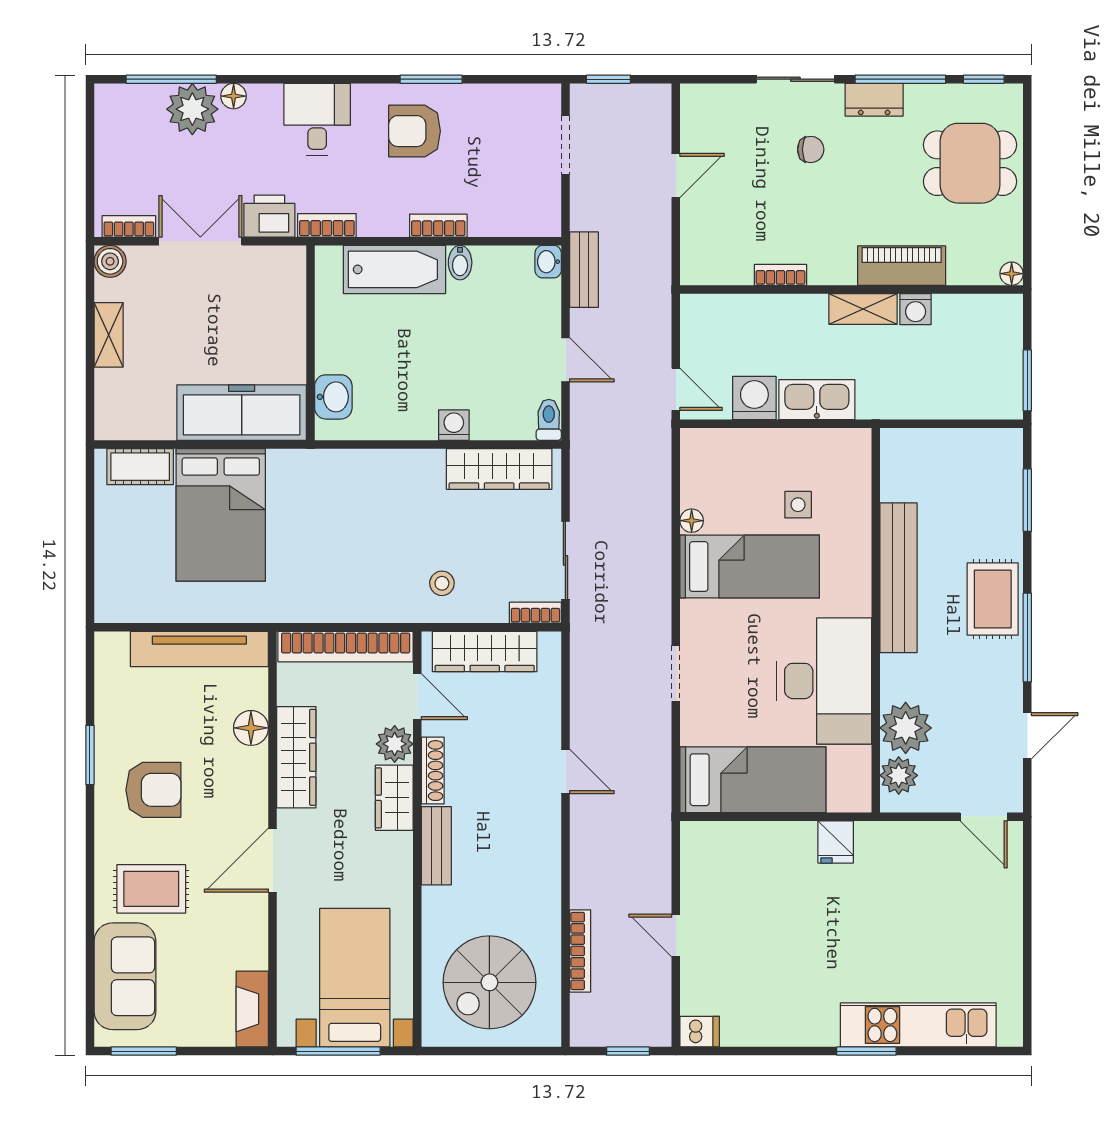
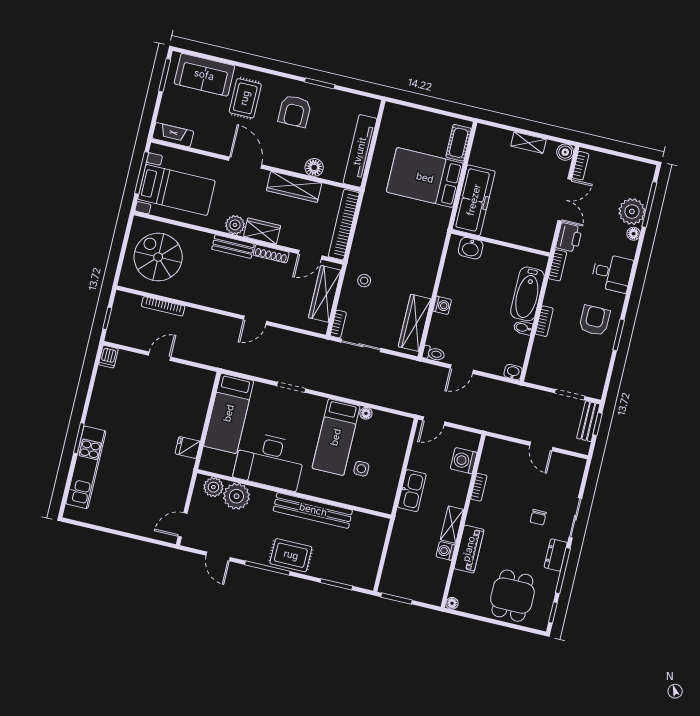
bench: (584, 270) -> (588, 421), moved, turned 90
washing machine: (754, 398) -> (464, 461), moved, turned 180
plant: (395, 744) -> (235, 225), moved

